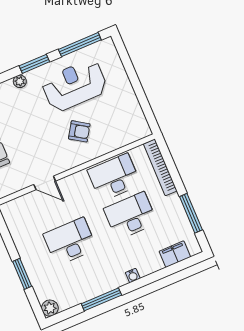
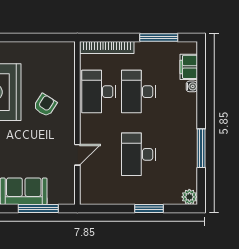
water cooler: (133, 276) -> (192, 86), moved

